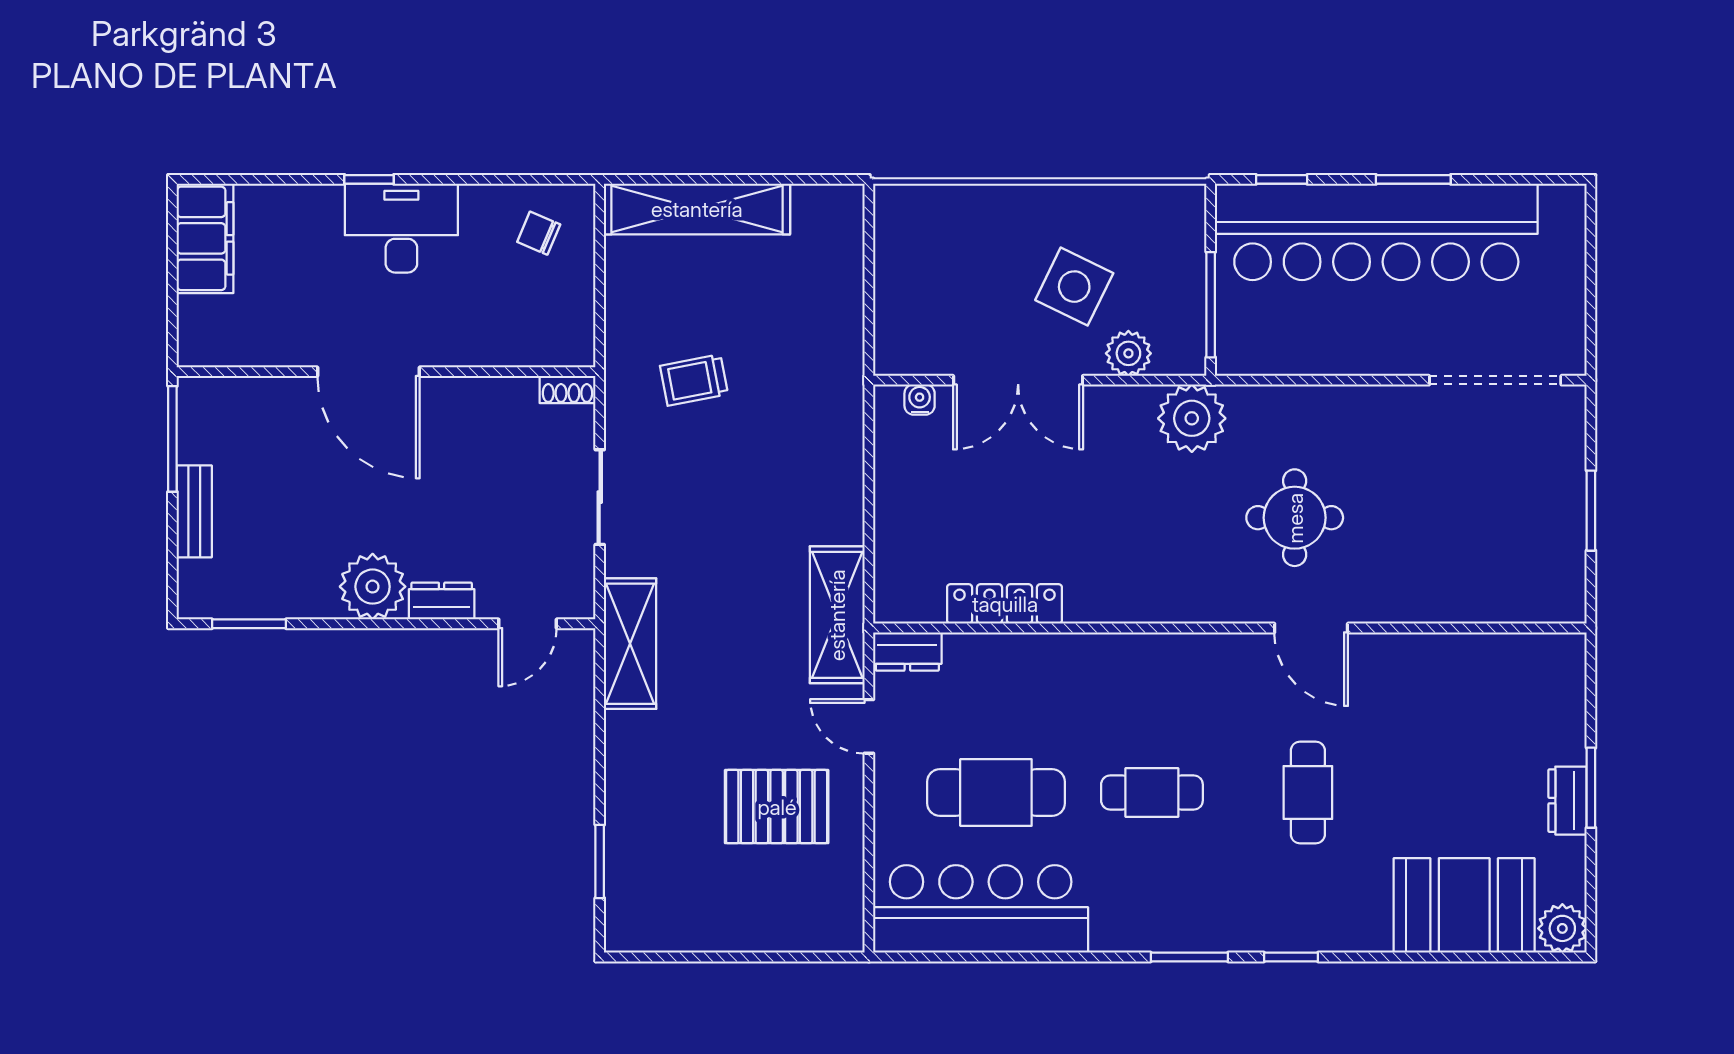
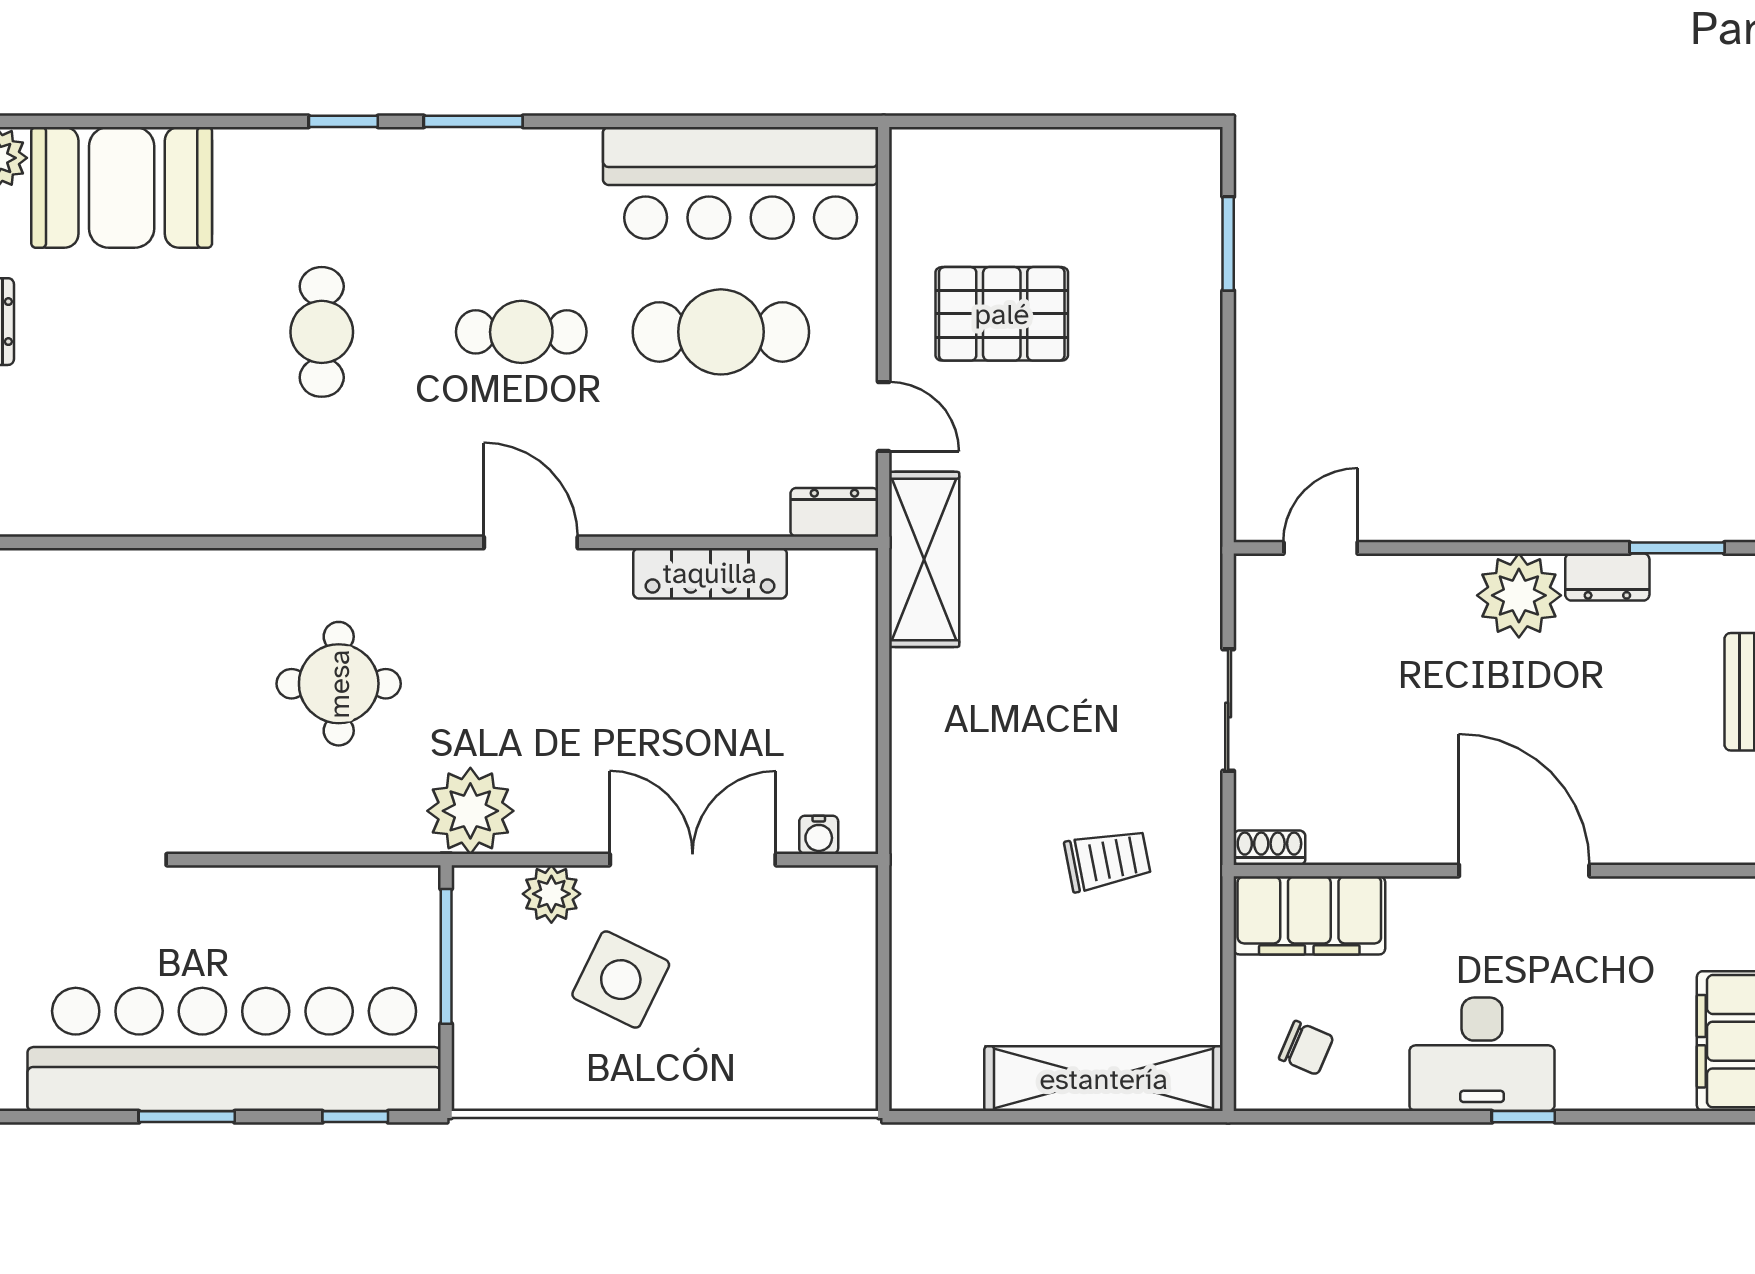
filing cabinet: (536, 337) -> (1309, 915), added
dresser: (442, 601) -> (1607, 577), moved
door: (1311, 628) -> (531, 542), moved
shelving: (630, 644) -> (1189, 522), removed

